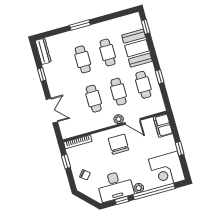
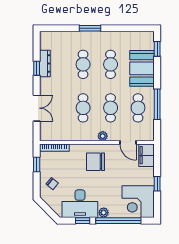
dresser: (43, 51) -> (45, 63), moved
window: (160, 77) -> (157, 104), width x2.17
door: (133, 121) -> (128, 142), moved
chair: (119, 144) -> (96, 162), turned -90

